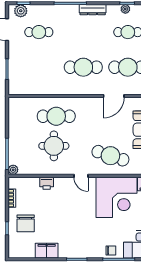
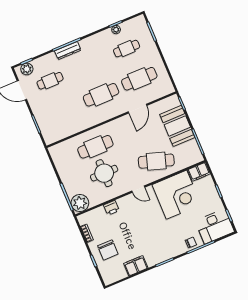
dresser: (93, 10) -> (68, 51), moved
plant: (13, 170) -> (80, 203), width x1.87, depth x1.87

